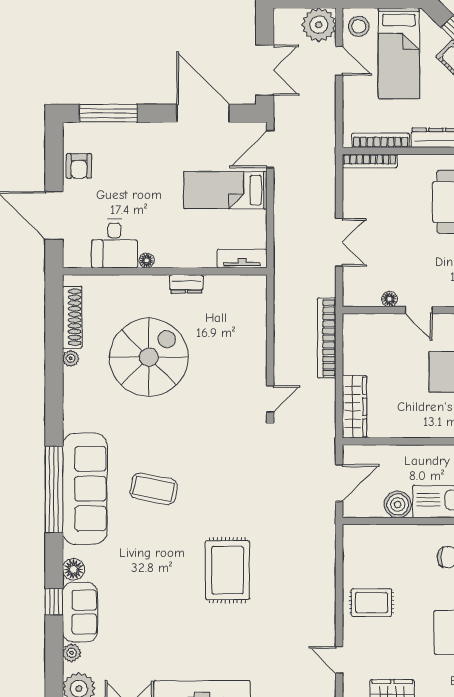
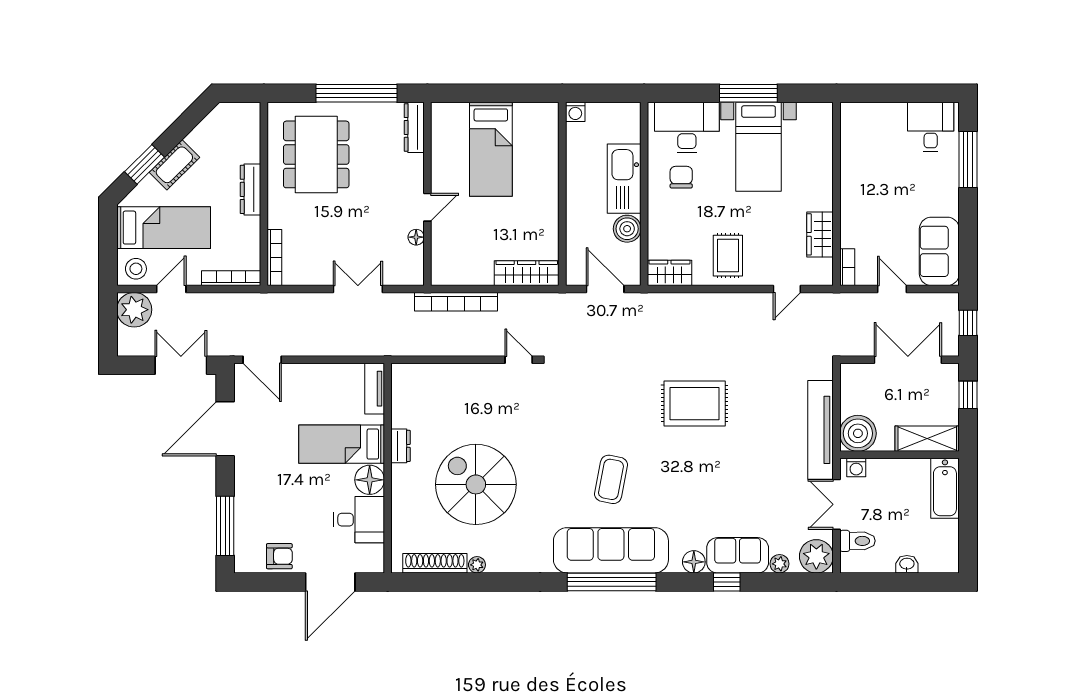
bookcase: (381, 140) -> (231, 278), moved, turned 90
bed: (225, 190) -> (342, 444), moved, turned 90
floor lamp: (147, 261) -> (370, 480), width x1.89, depth x1.89
wardrobe: (355, 546) -> (669, 273), added

